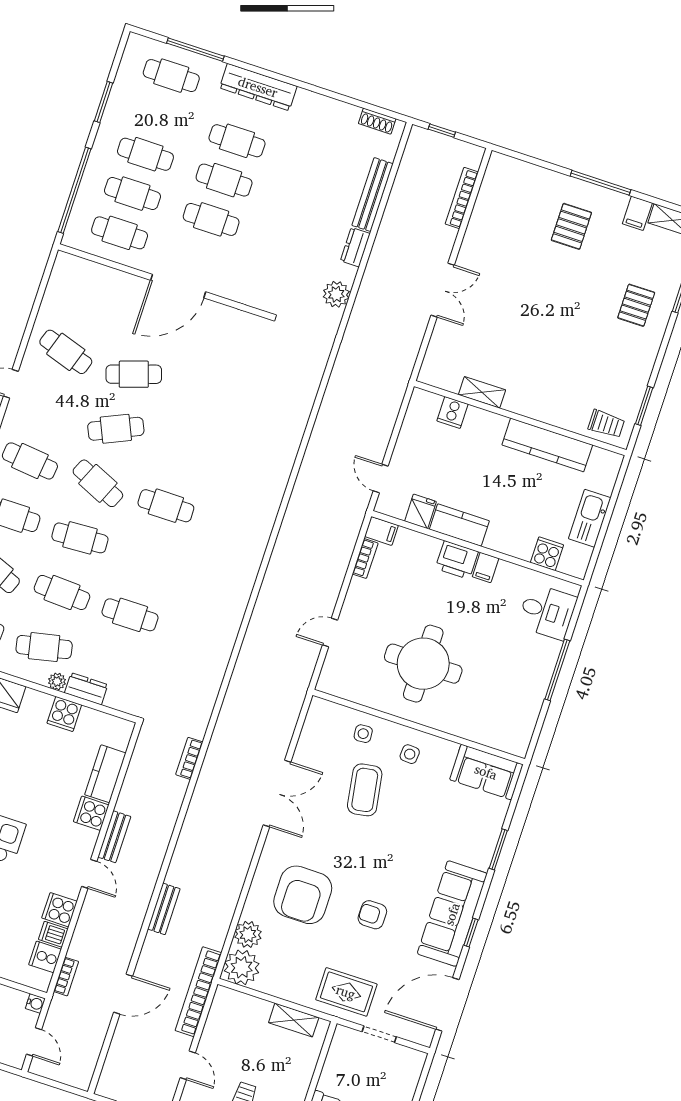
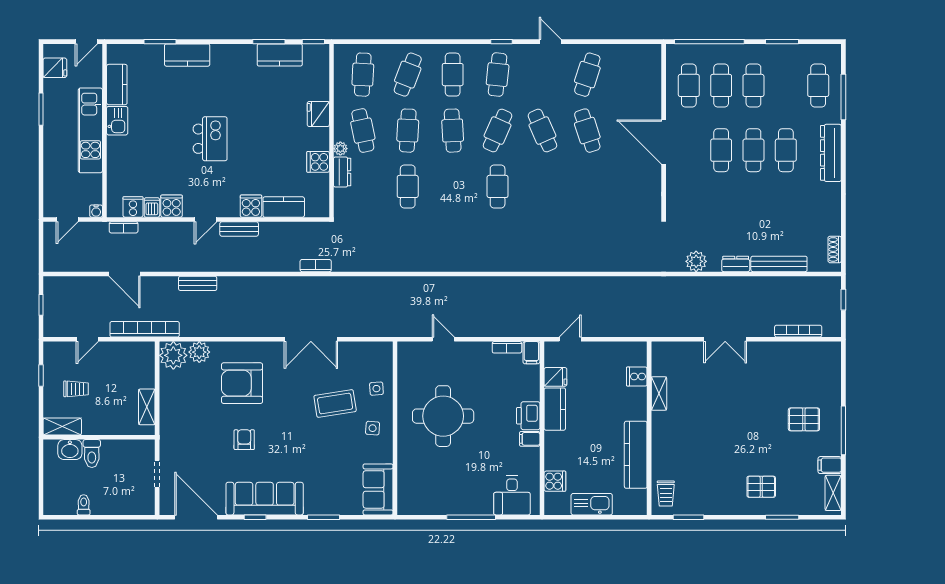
rug: (346, 992) -> (181, 439), removed

